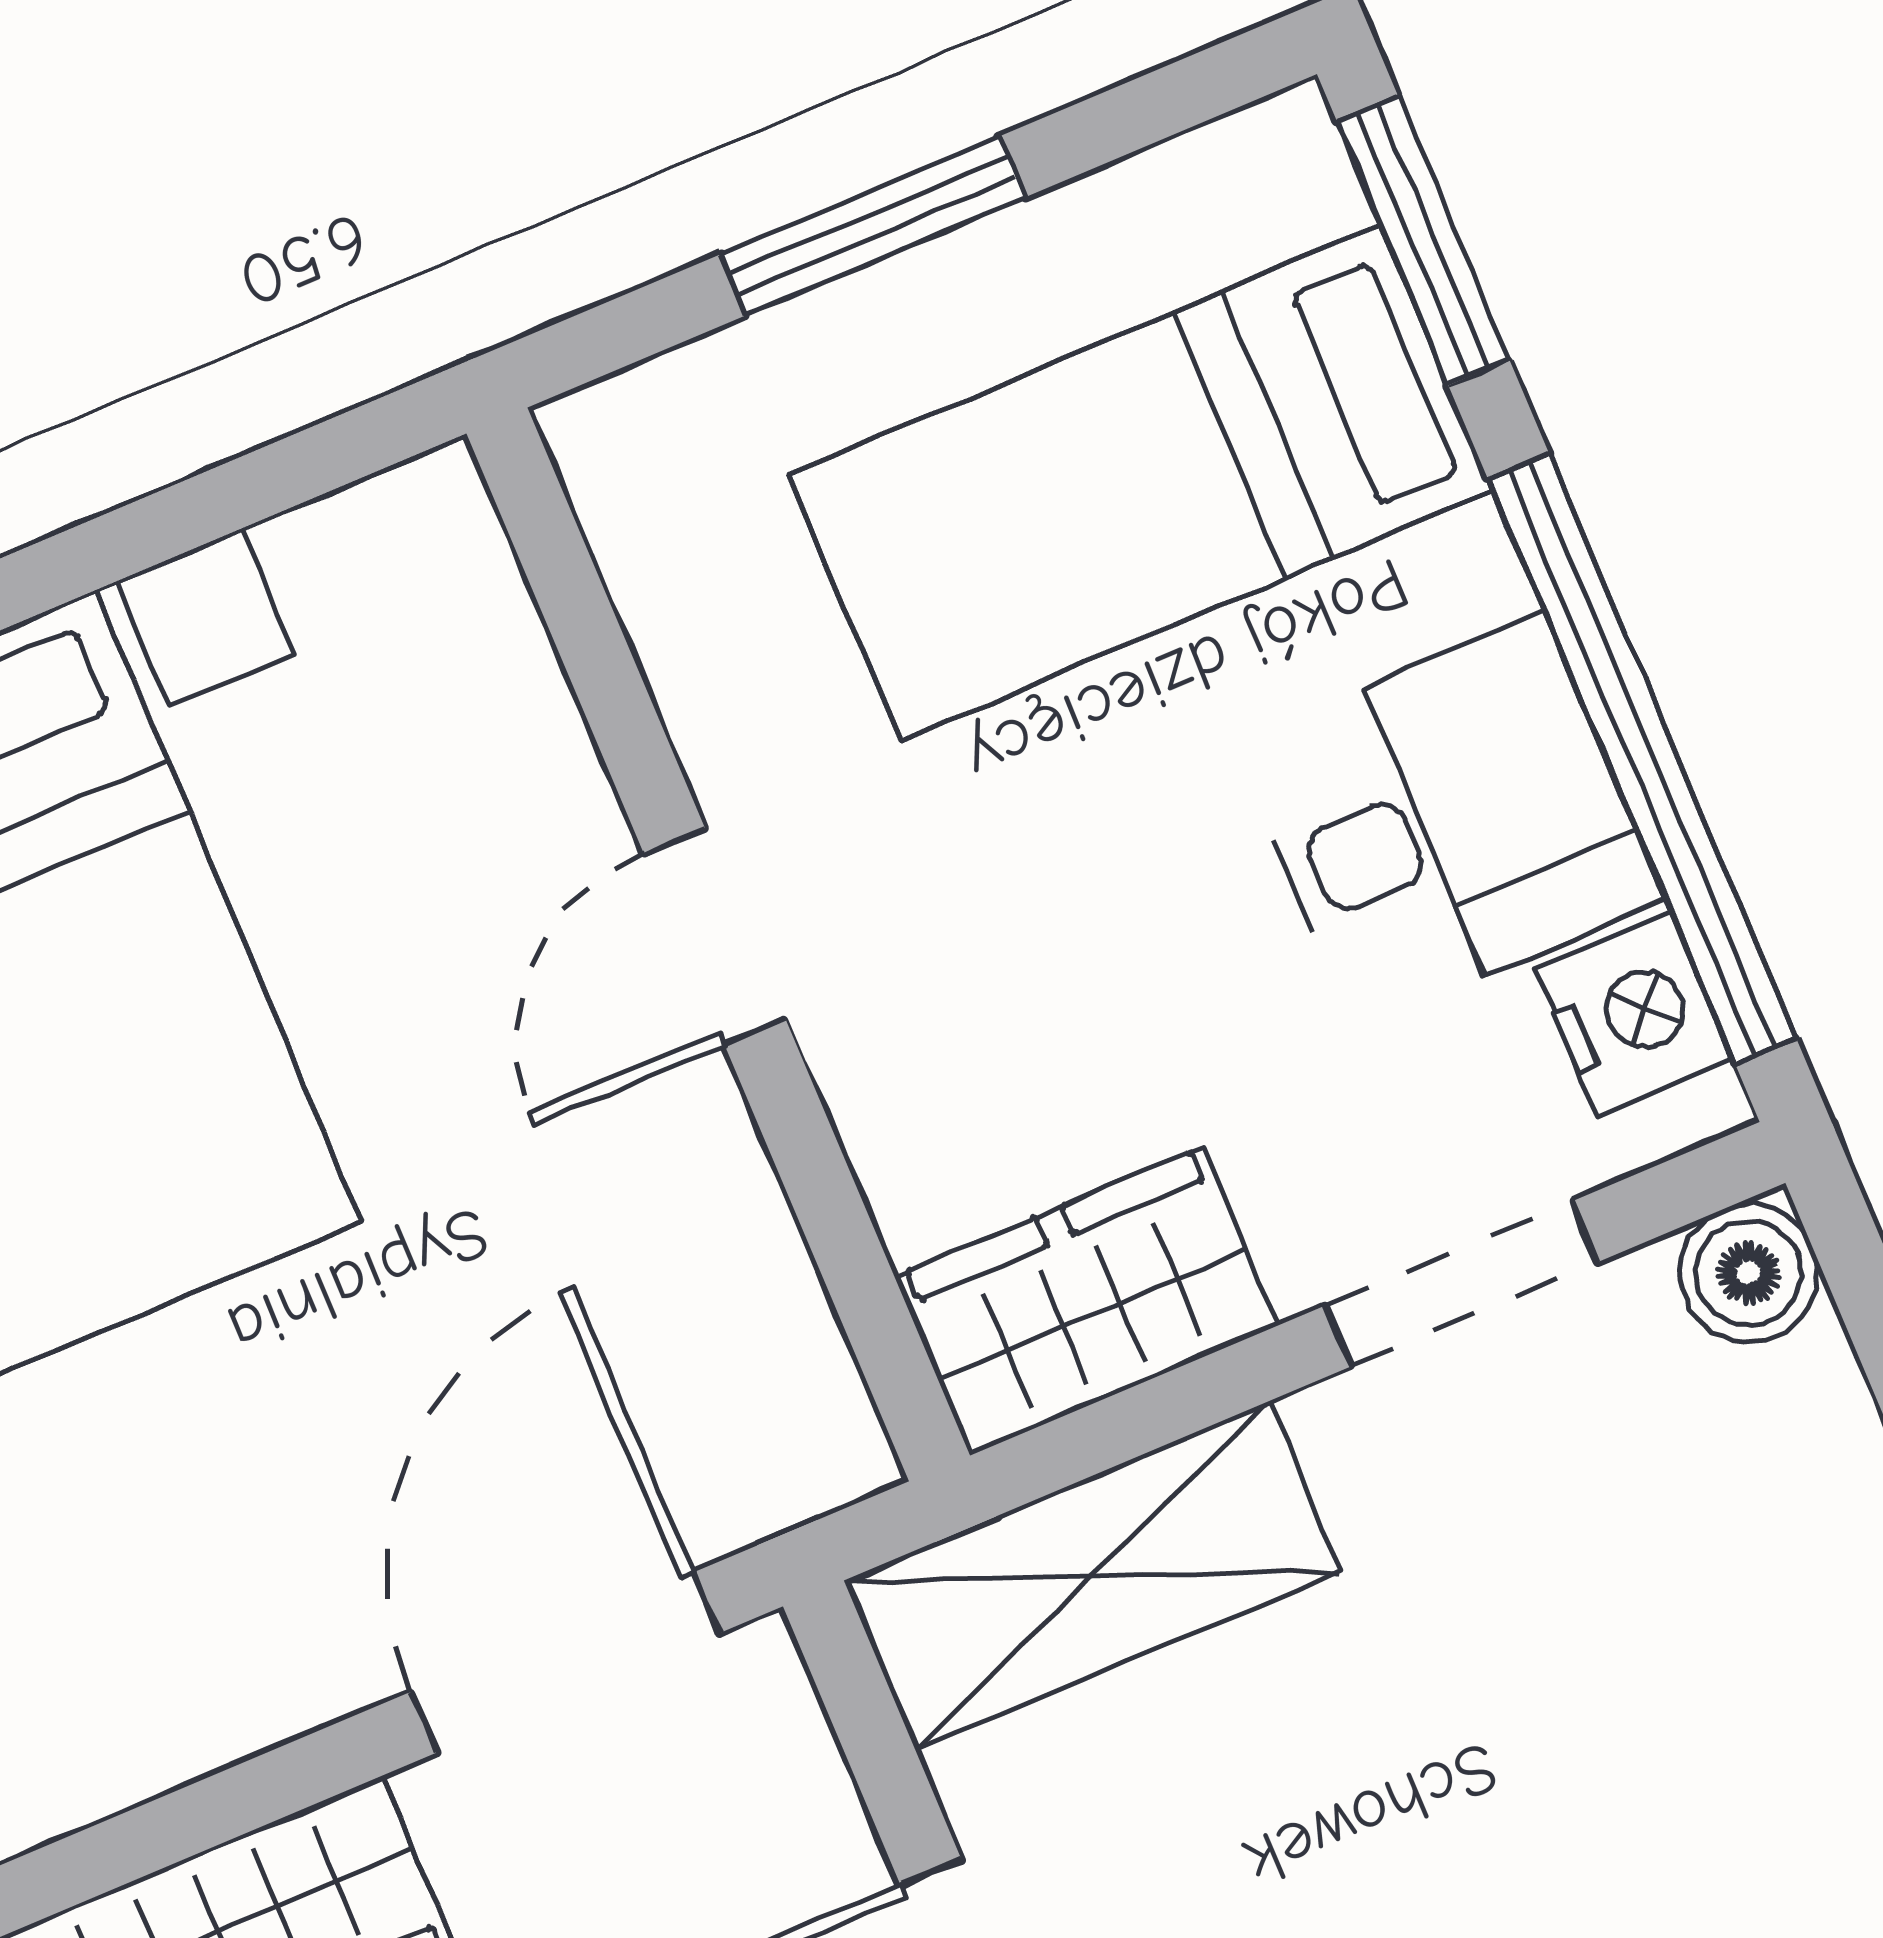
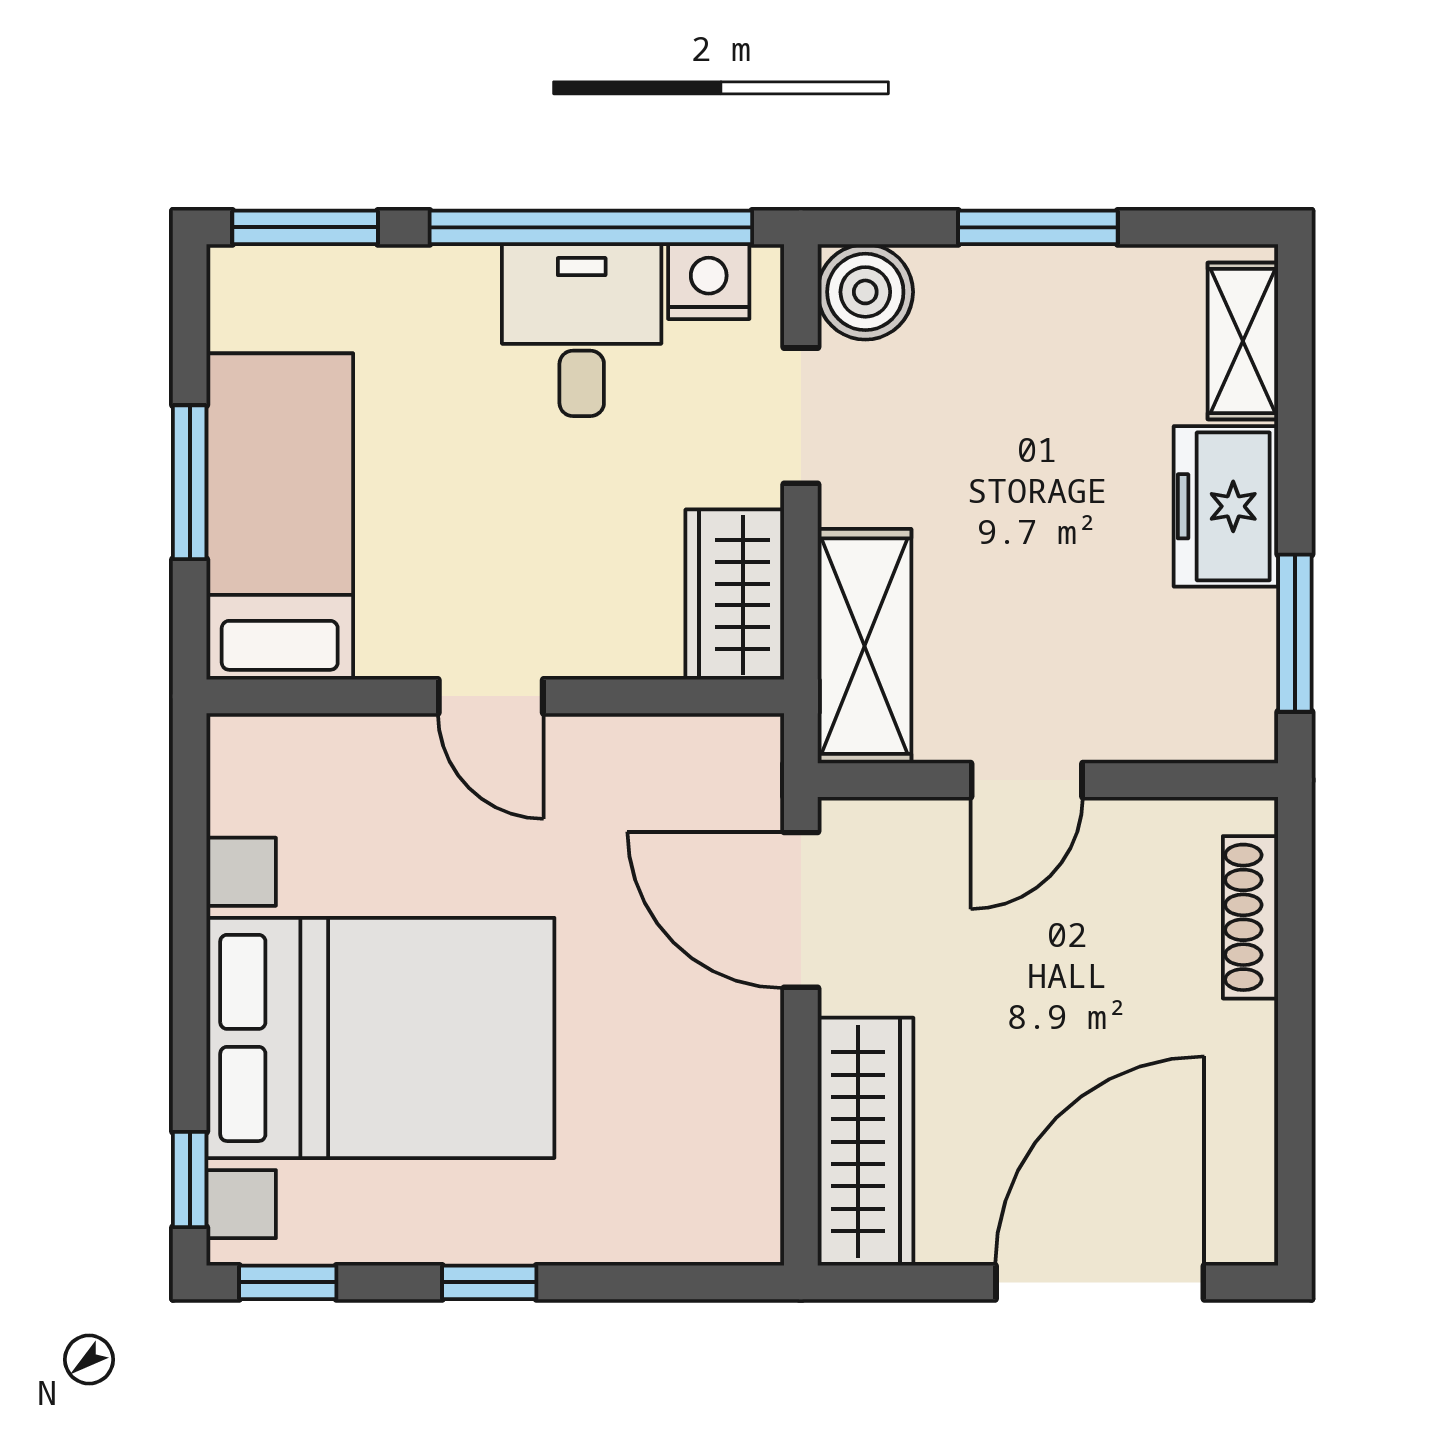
bed: (1141, 482) -> (280, 516), moved, turned 180
boiler: (1749, 1273) -> (865, 292), width x1.36, depth x1.36

